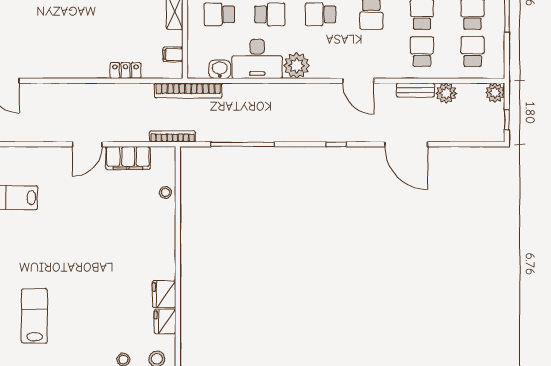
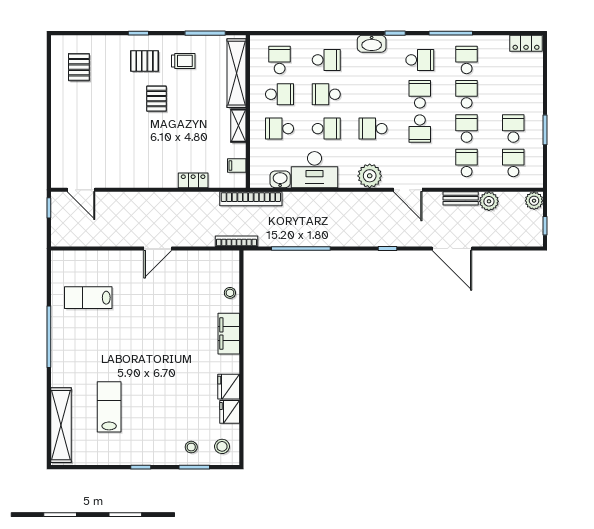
plant: (297, 66) -> (370, 176), moved
filing cabinet: (128, 158) -> (229, 334), moved, turned 90

